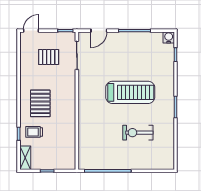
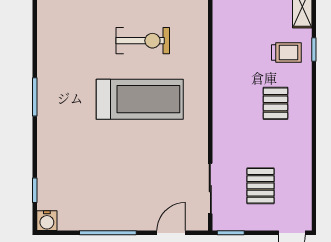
pallet: (49, 57) -> (260, 186), turned 90
treadmill: (130, 92) -> (140, 99), moved, turned 180
pallet: (40, 103) -> (275, 103), width x0.67, depth x0.71
exercise bike: (138, 133) -> (143, 41), moved

